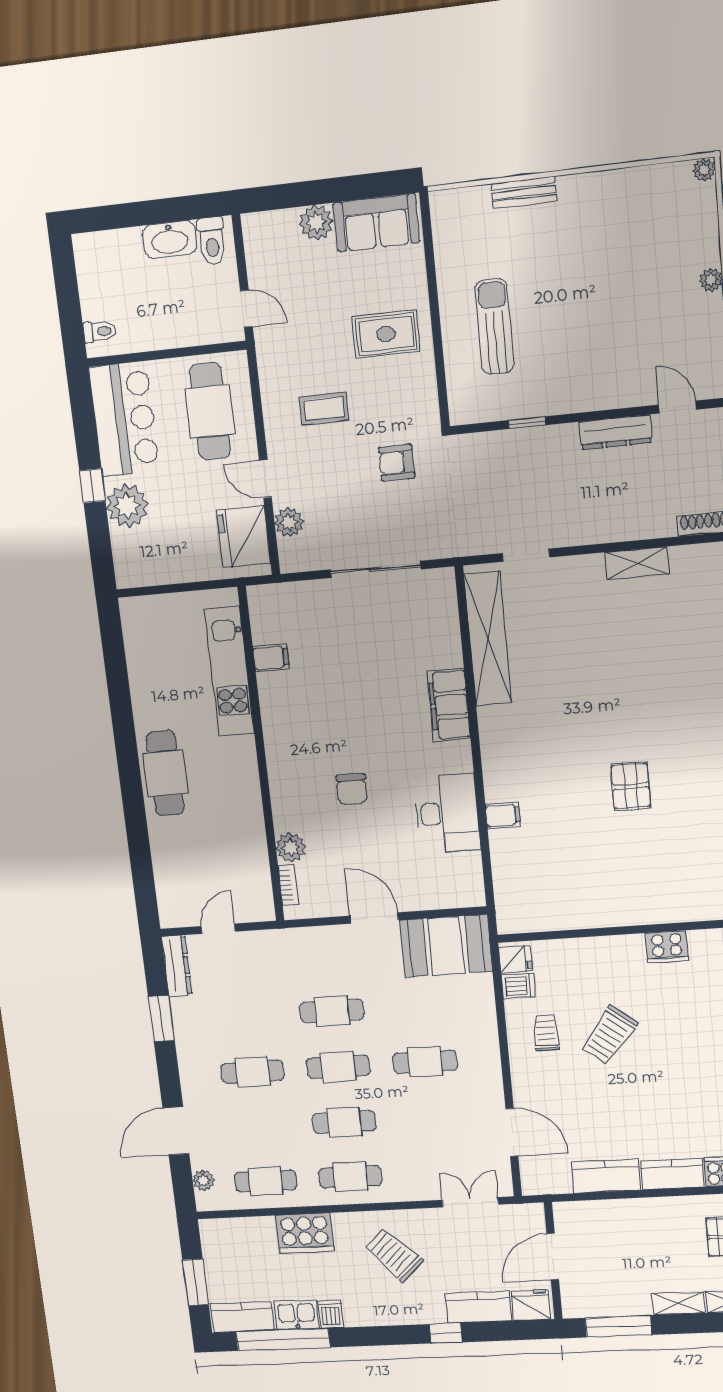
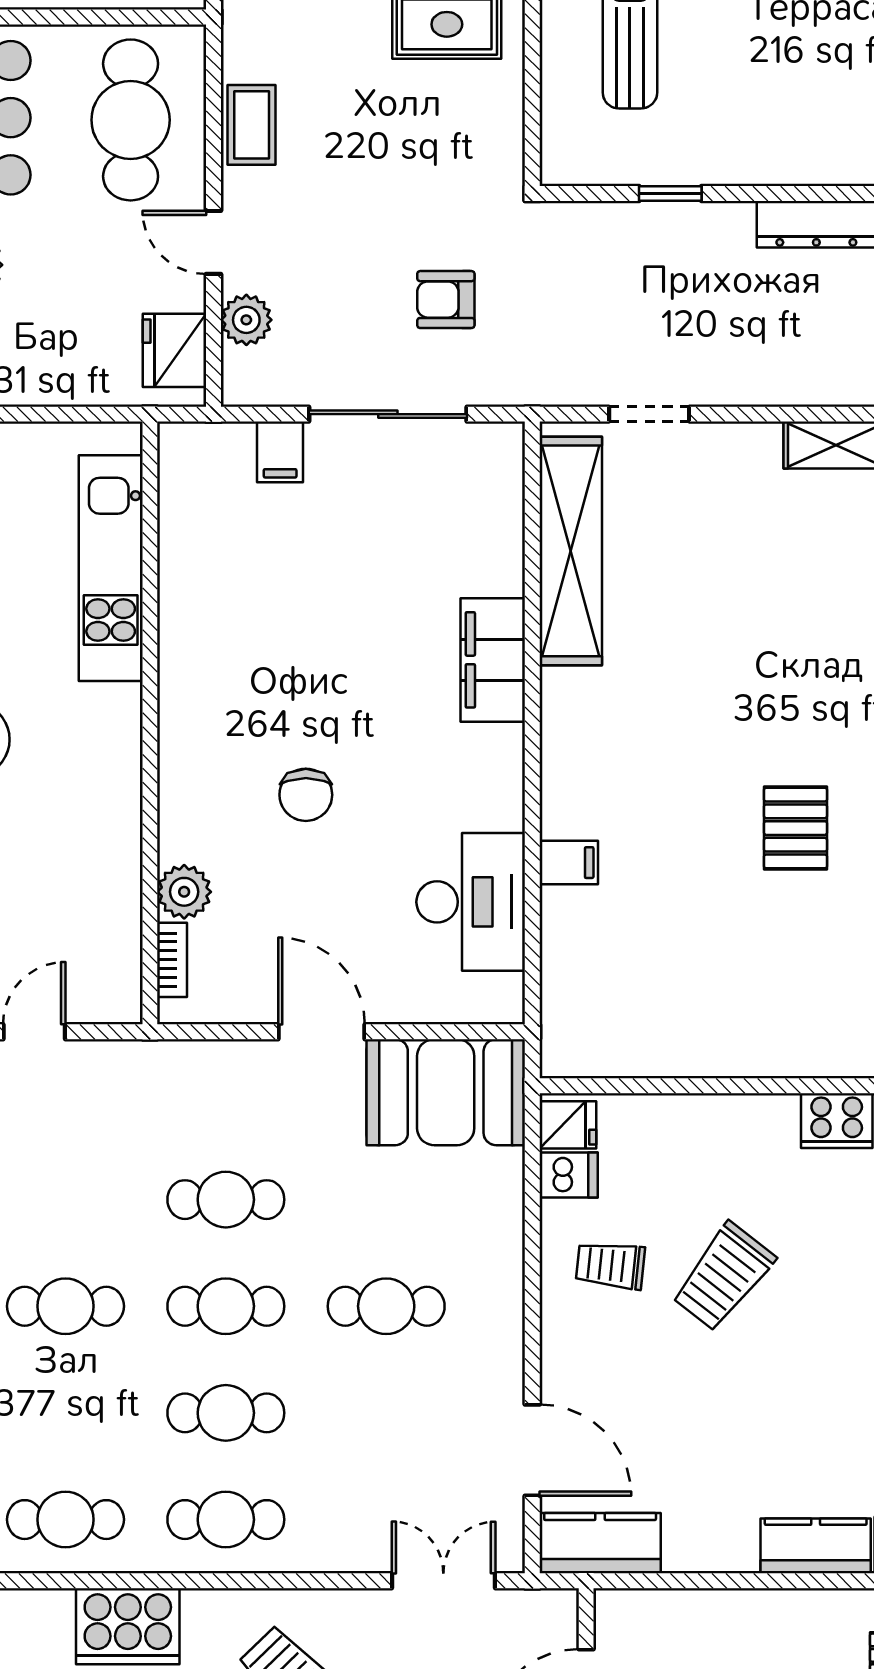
coffee table: (324, 409) -> (252, 125), moved, turned 90
armchair: (397, 463) -> (446, 300), moved
fridge: (244, 537) -> (175, 350), width x0.73, depth x0.75
filing cabinet: (271, 658) -> (280, 452), moved, turned 90
desk: (447, 813) -> (471, 902), moved
trolley: (546, 1033) -> (610, 1265), turned -84
kitchen counter: (606, 1176) -> (600, 1543), moved

